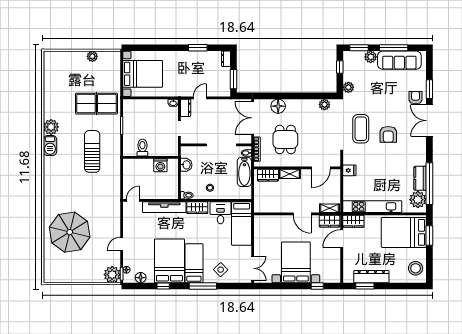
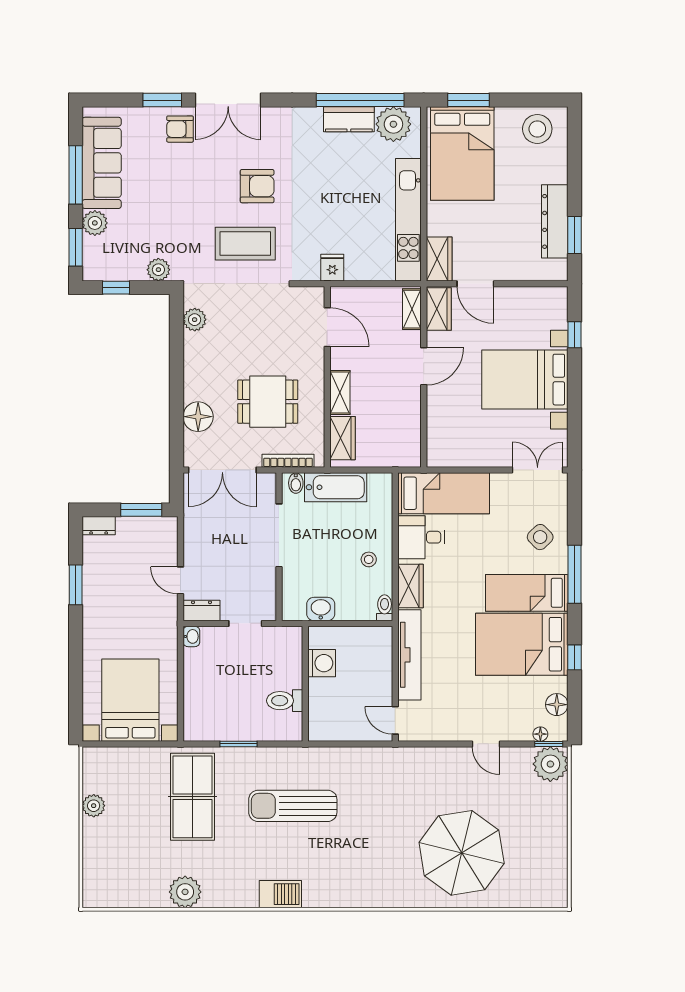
plant: (51, 127) -> (185, 892), moved

